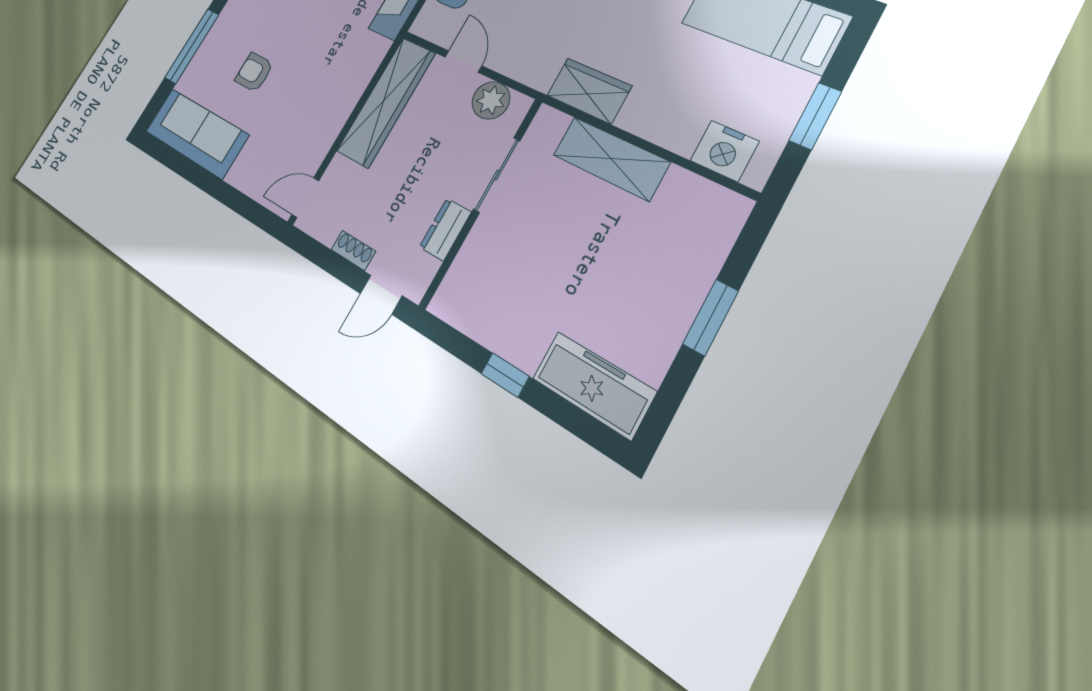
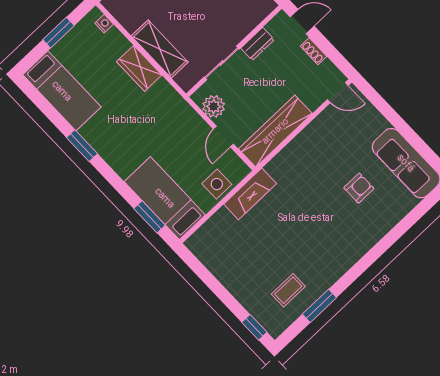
window: (192, 46) -> (402, 227), removed
armchair: (254, 72) -> (359, 188), turned -90
wardrobe: (589, 91) -> (139, 68), moved
nightstand: (724, 151) -> (104, 24), width x0.53, depth x0.56

